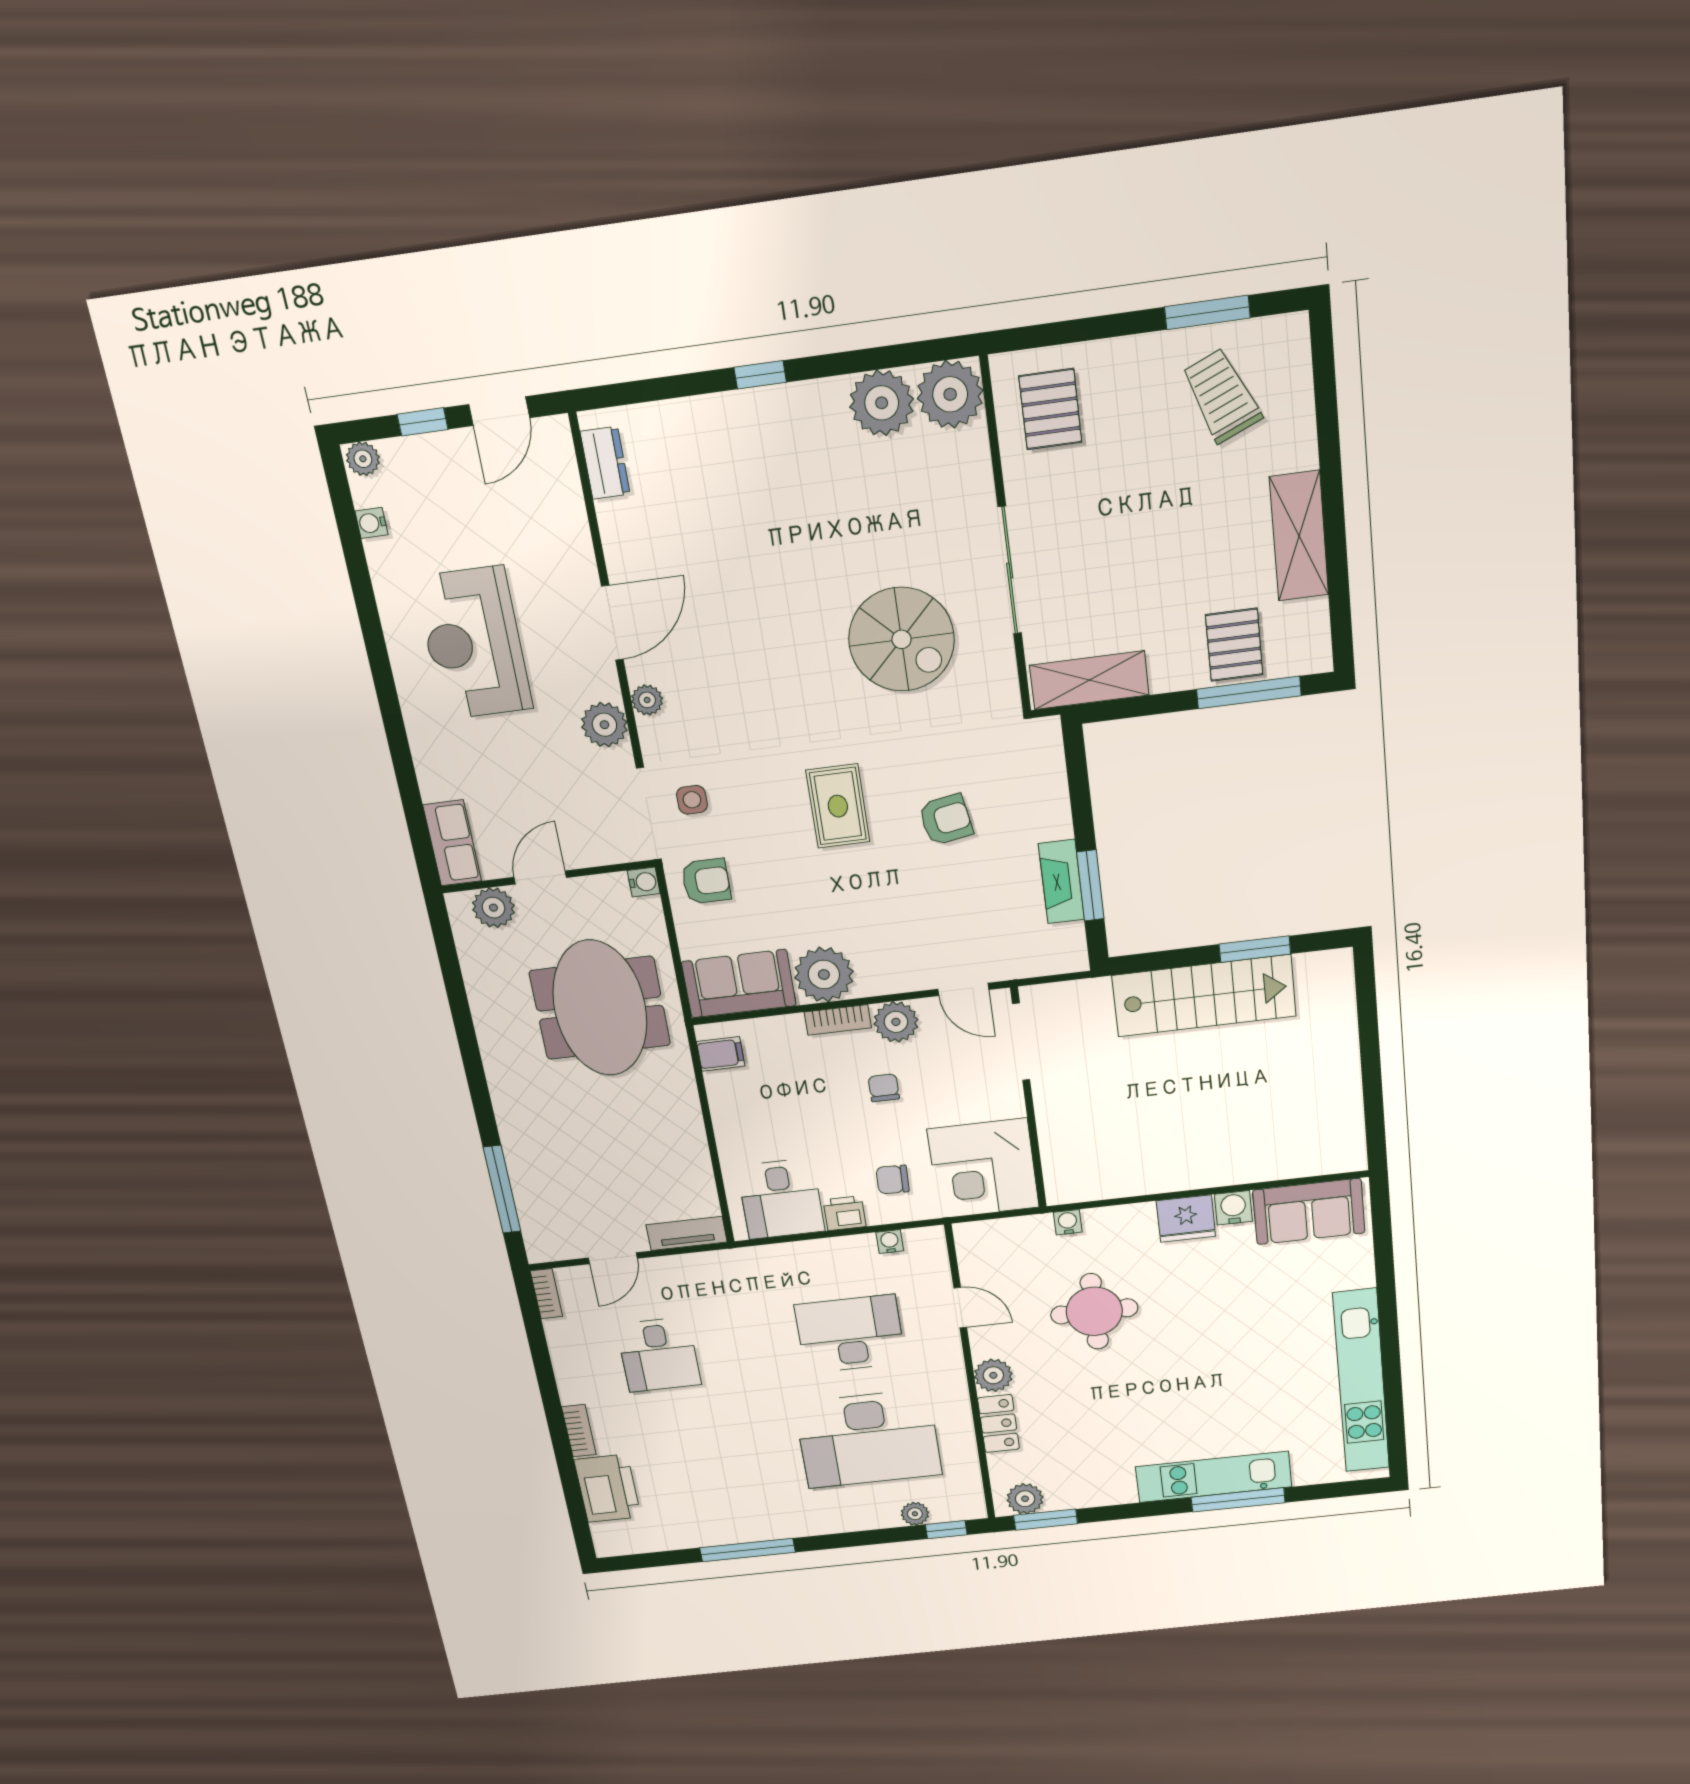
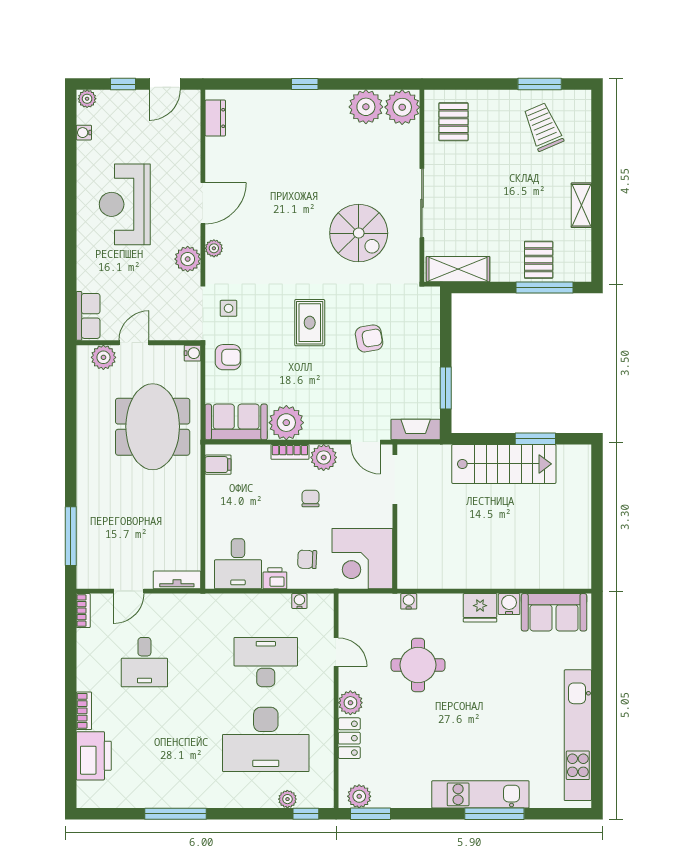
shelving: (1299, 536) -> (581, 205), width x0.67, depth x0.75
fireplace: (1061, 882) -> (416, 429), moved, turned 90

